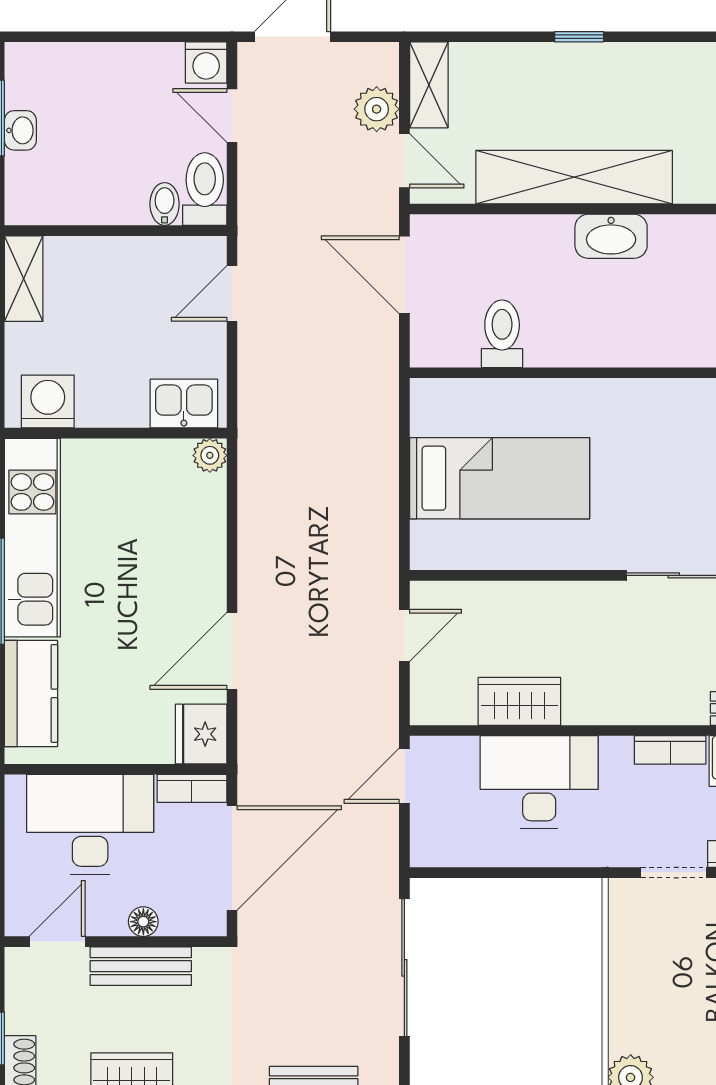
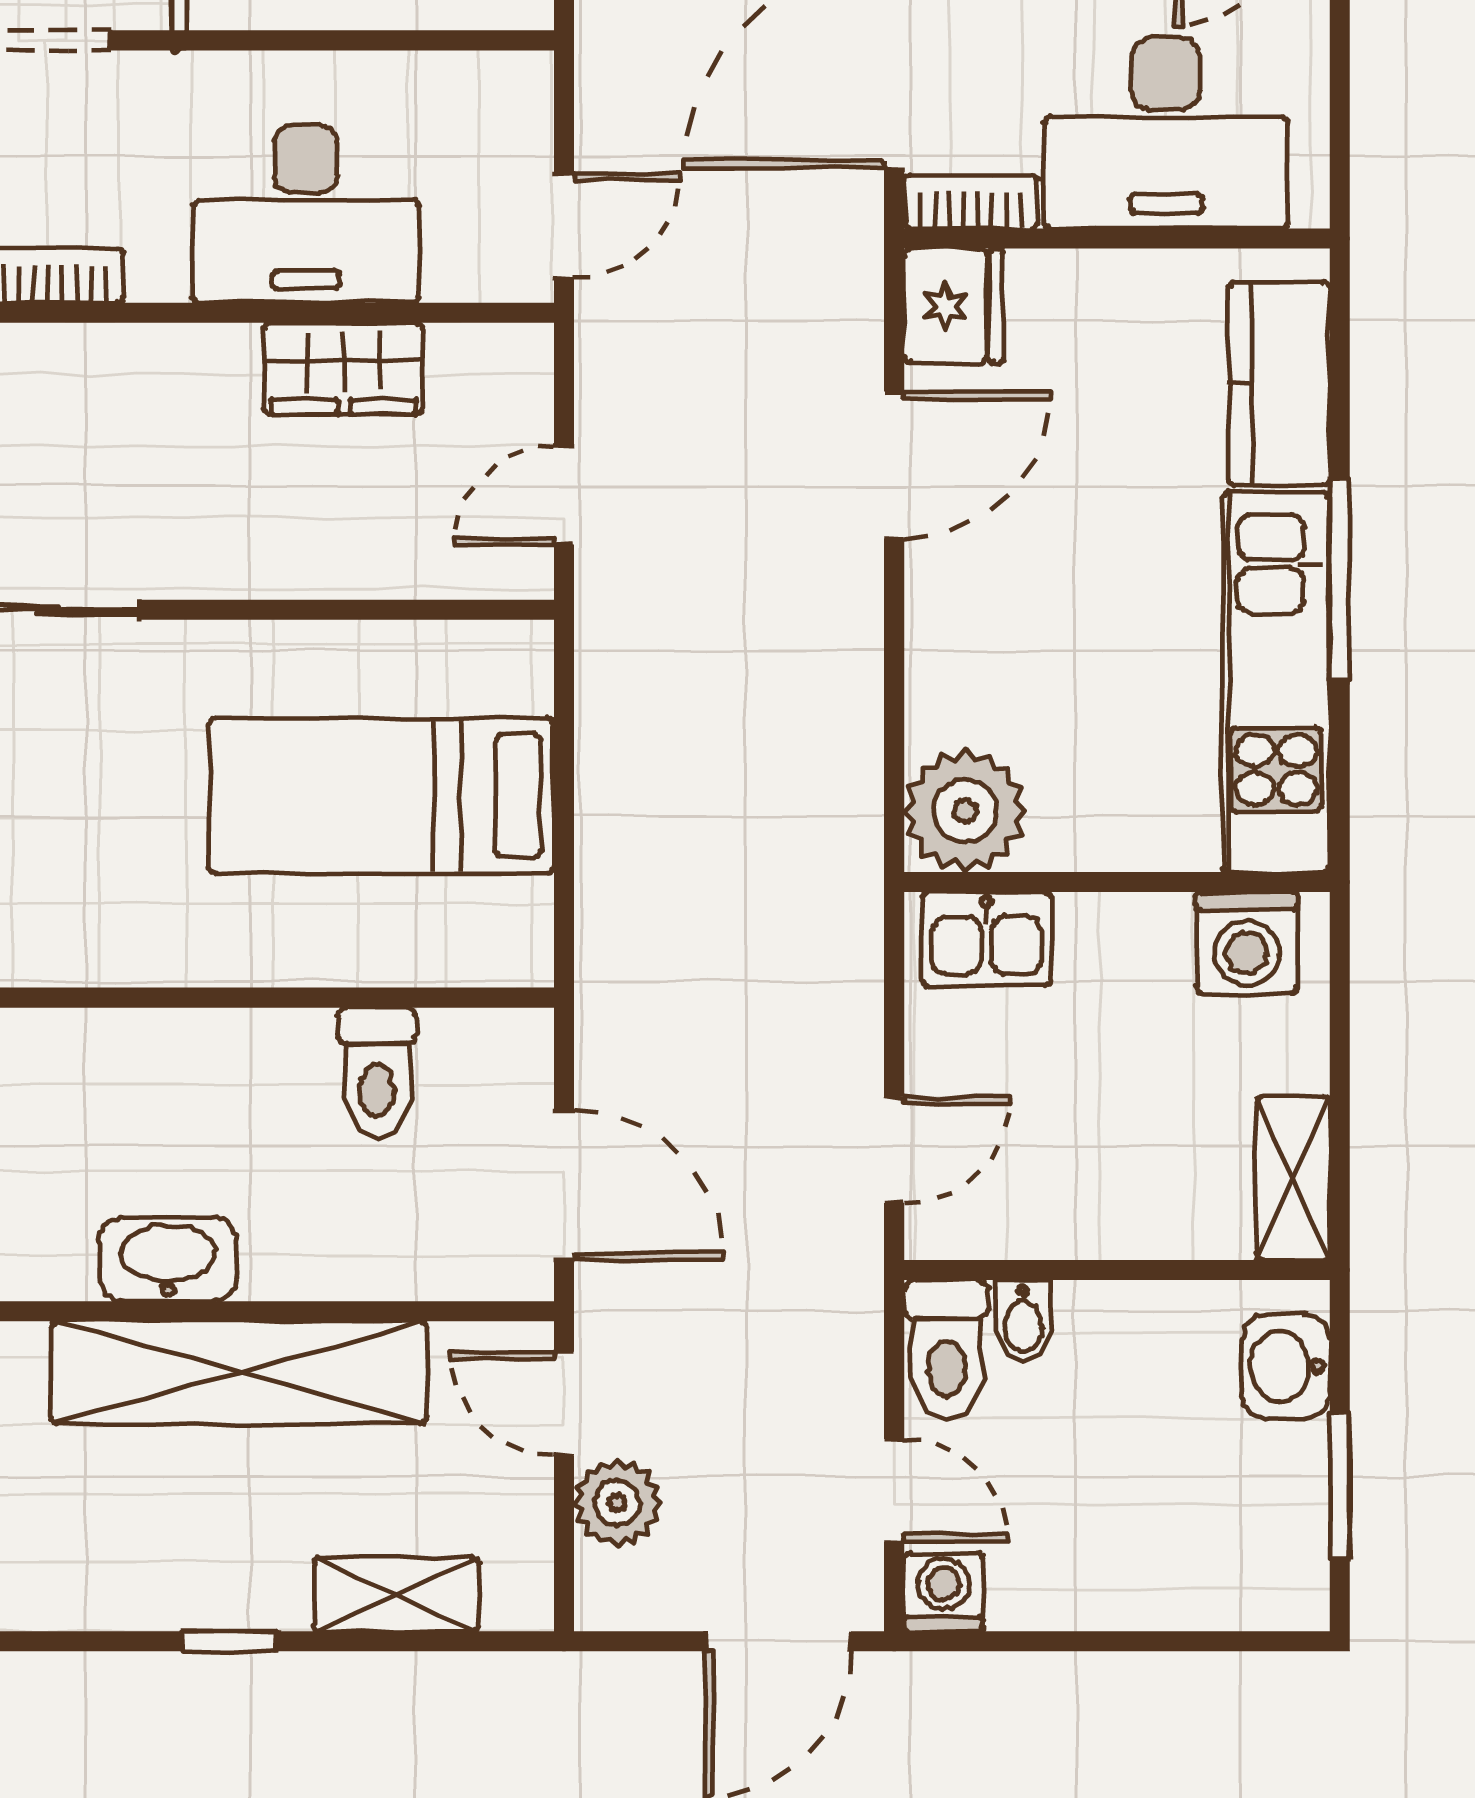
shelving: (429, 85) -> (396, 1594), moved, turned 90
washbasin: (20, 130) -> (1286, 1366), moved, width x1.38, depth x1.45
plant: (210, 455) -> (965, 811), width x1.88, depth x1.88

